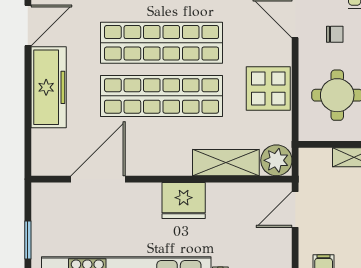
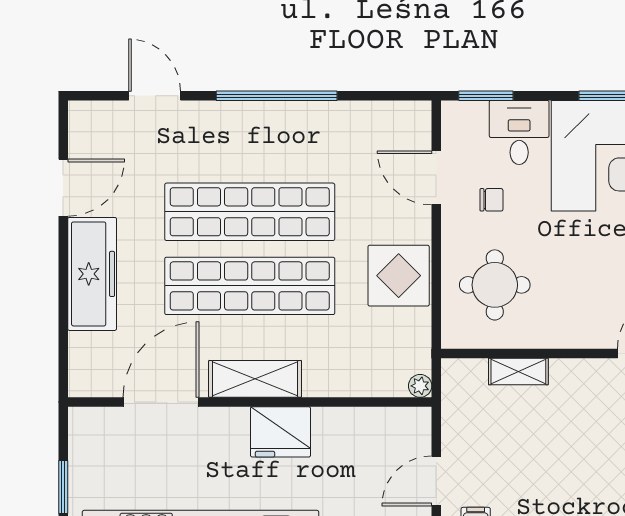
plant: (276, 160) -> (420, 386), width x0.53, depth x0.53
shelving: (226, 163) -> (255, 379), moved
door: (295, 209) -> (436, 481), moved

